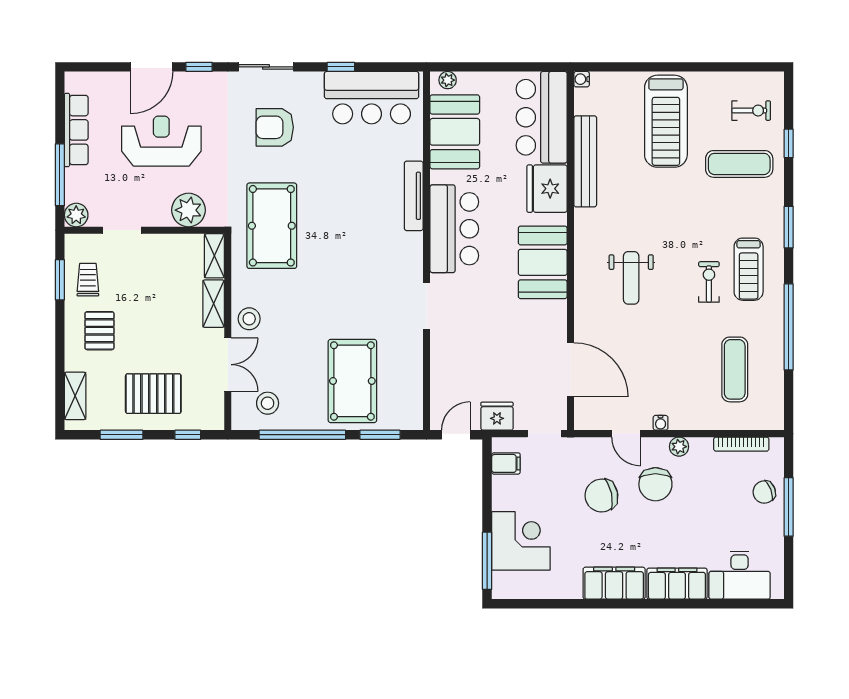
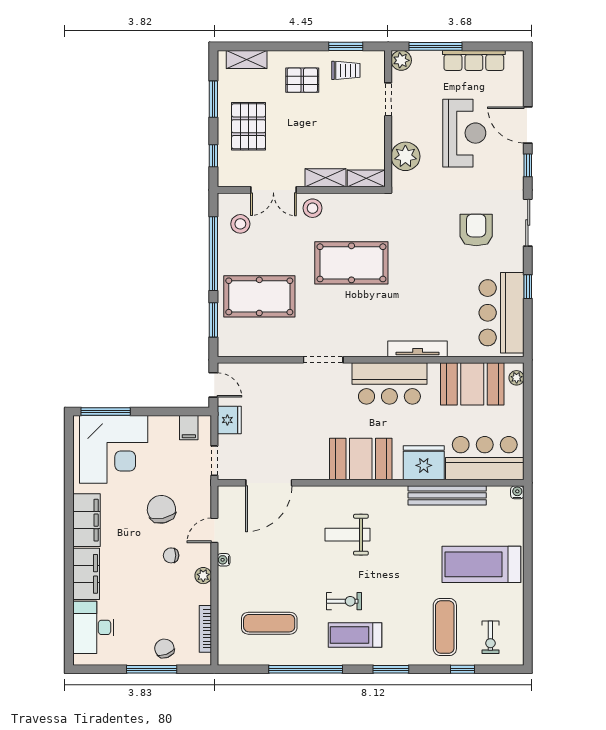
pool table: (272, 226) -> (351, 263), moved
chair: (655, 484) -> (171, 555), width x0.54, depth x0.54
corner desk: (521, 541) -> (114, 449), width x1.36, depth x1.36

